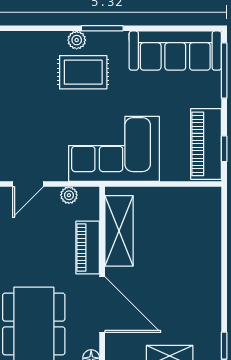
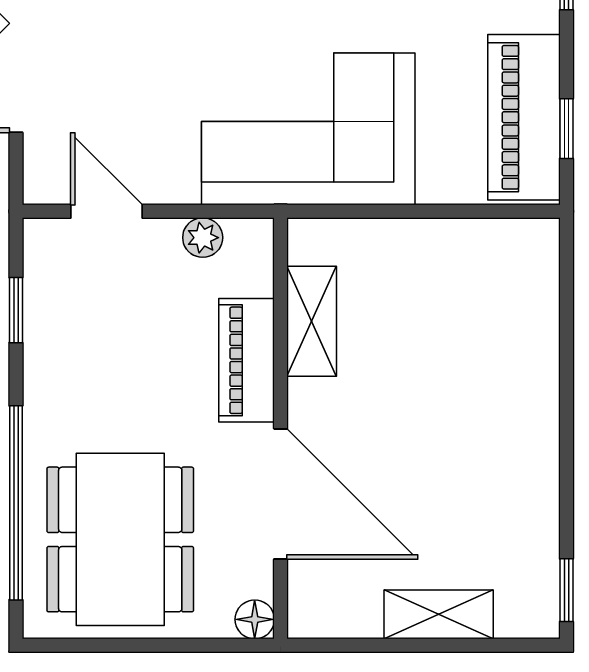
door: (28, 184) -> (107, 211), swing flipped
shelving: (119, 231) -> (312, 321), width x0.67, depth x0.75

